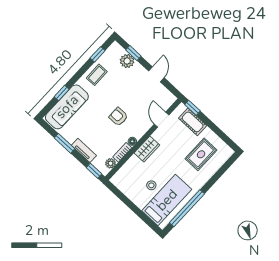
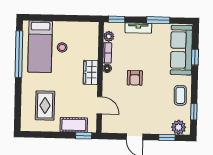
plant: (127, 61) -> (179, 127), moved
armchair: (118, 117) -> (135, 78), turned 90

